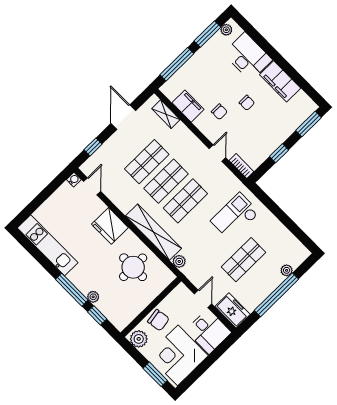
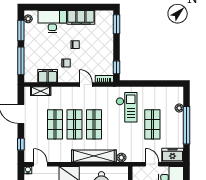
window: (279, 153) -> (116, 67), moved
checkout: (235, 217) -> (127, 107), turned 180

